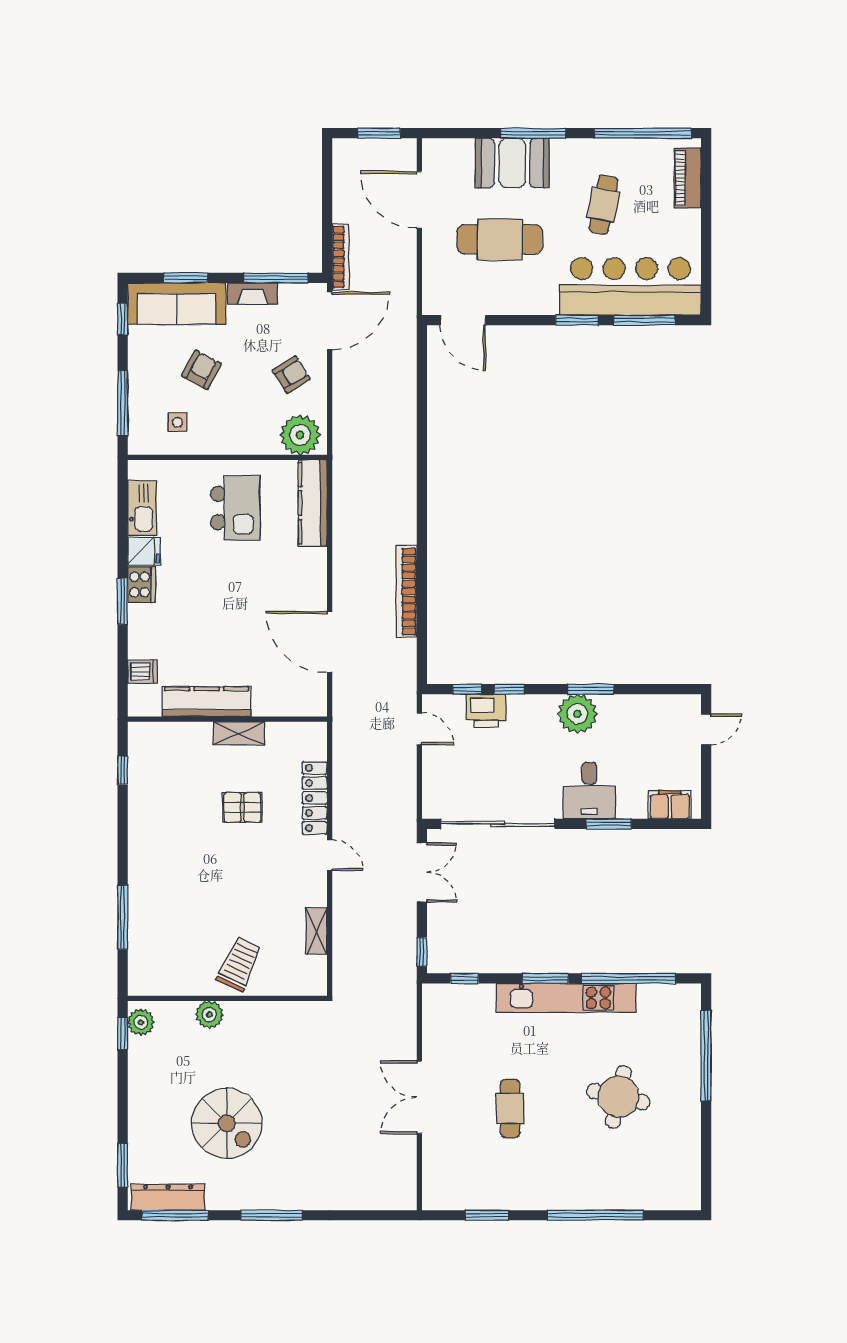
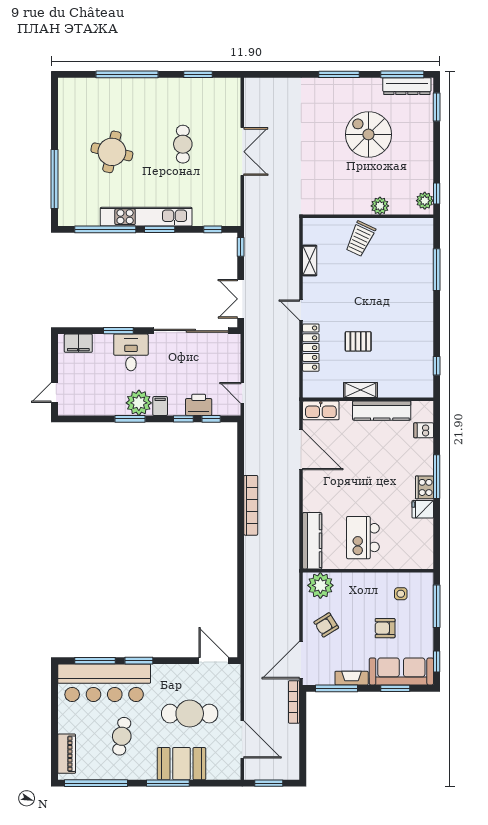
armchair: (201, 370) -> (385, 628), turned 62
kitchen sink: (142, 508) -> (321, 410), moved, turned -90
bookcase: (406, 592) -> (251, 505), moved
window: (123, 601) -> (437, 477), width x1.44
filing cabinet: (545, 709) -> (160, 406), added

